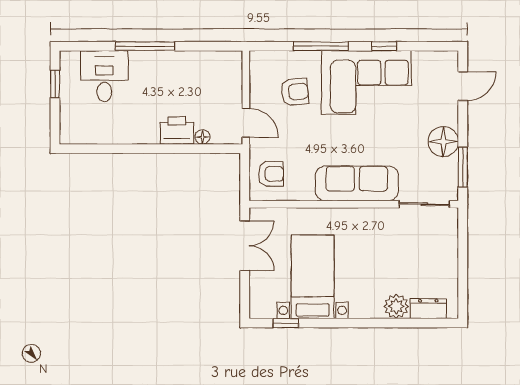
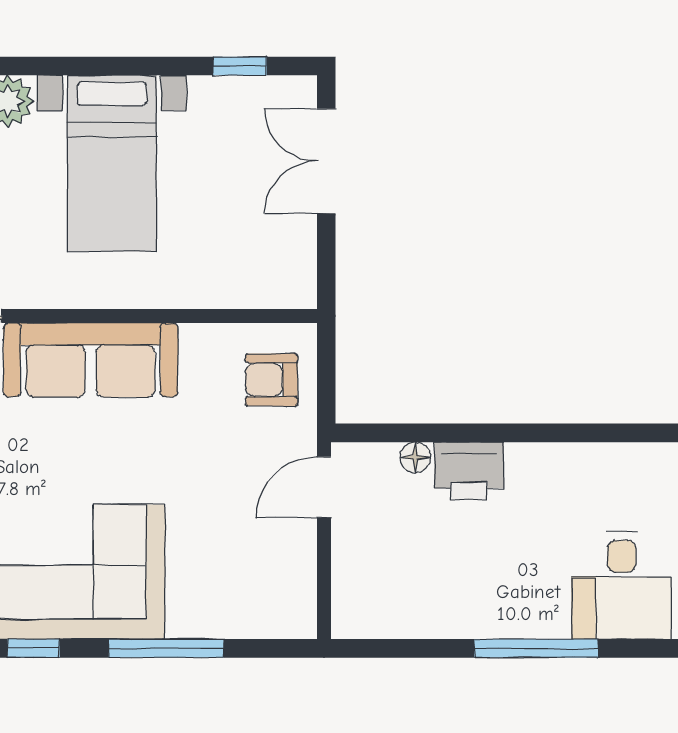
armchair: (295, 92) -> (221, 552), removed
door: (246, 123) -> (324, 487), hinge flipped
double door: (245, 246) -> (326, 161), moved
bed with nightstands: (313, 277) -> (112, 163), moved

